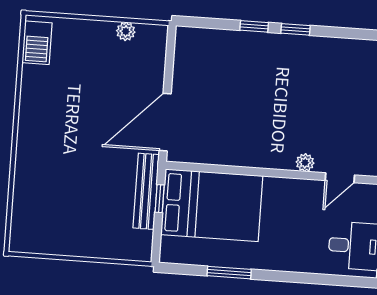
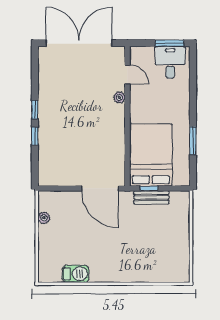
barbecue: (37, 43) -> (76, 274), moved
bench: (146, 191) -> (151, 197), width x0.73

